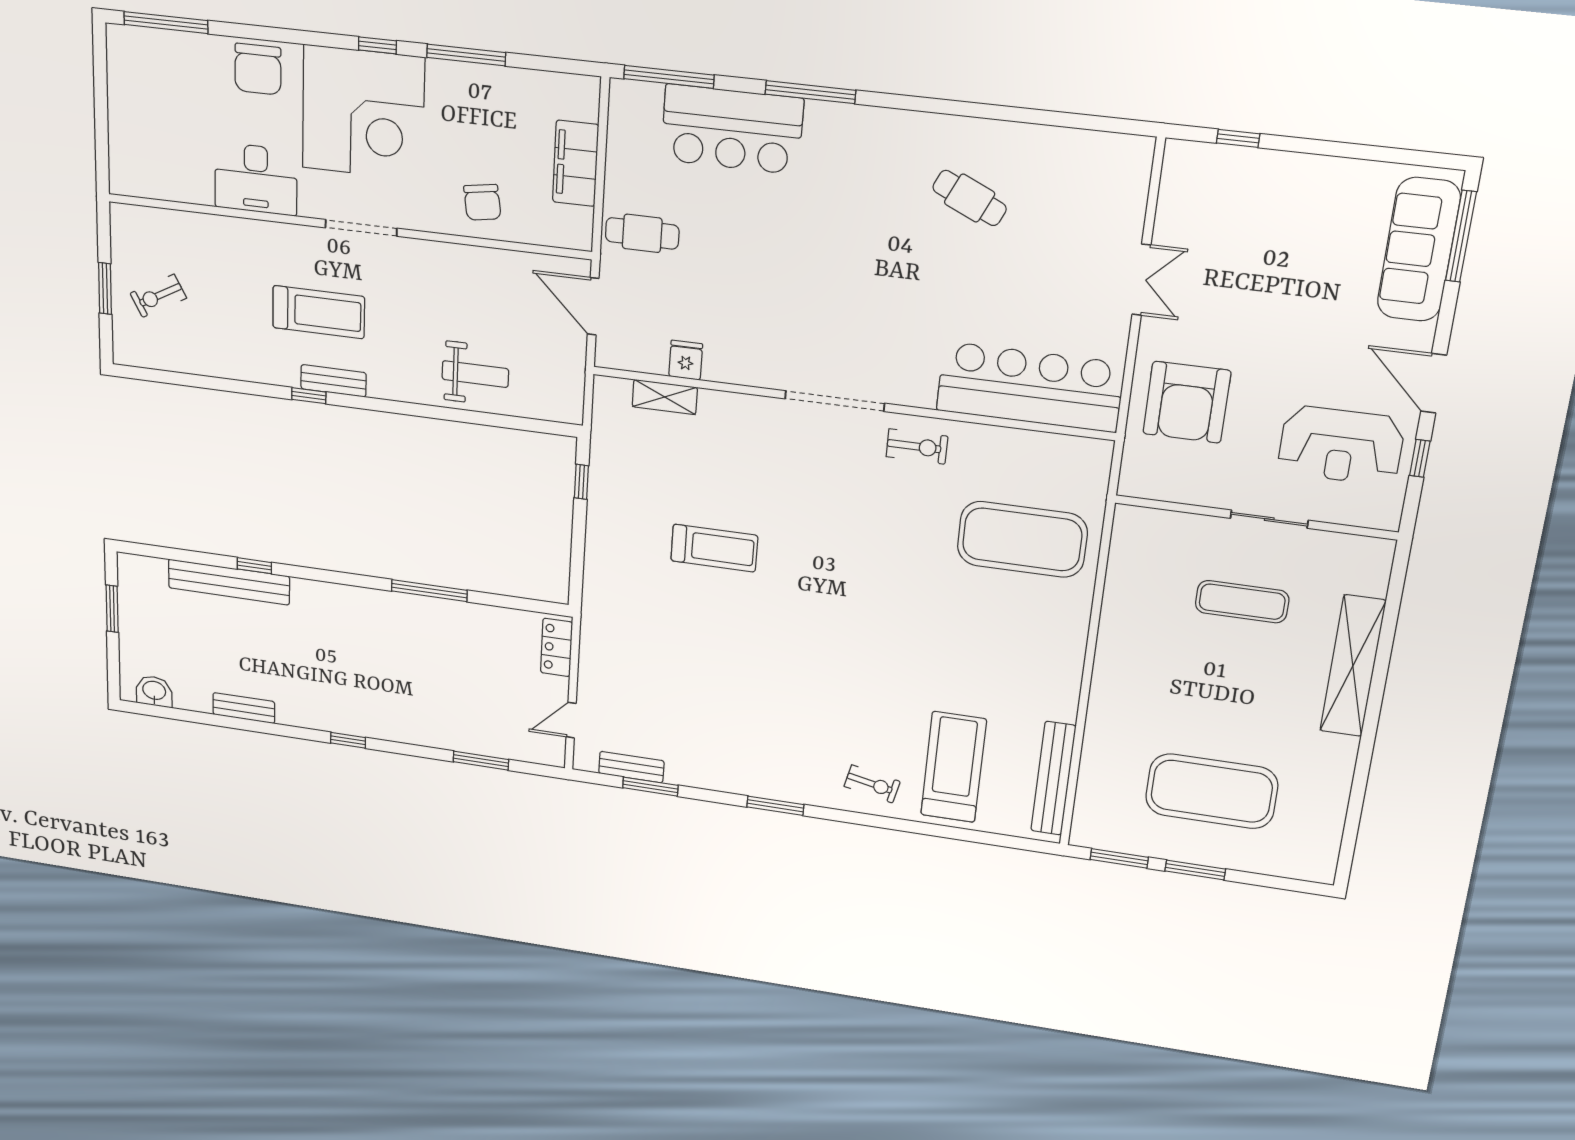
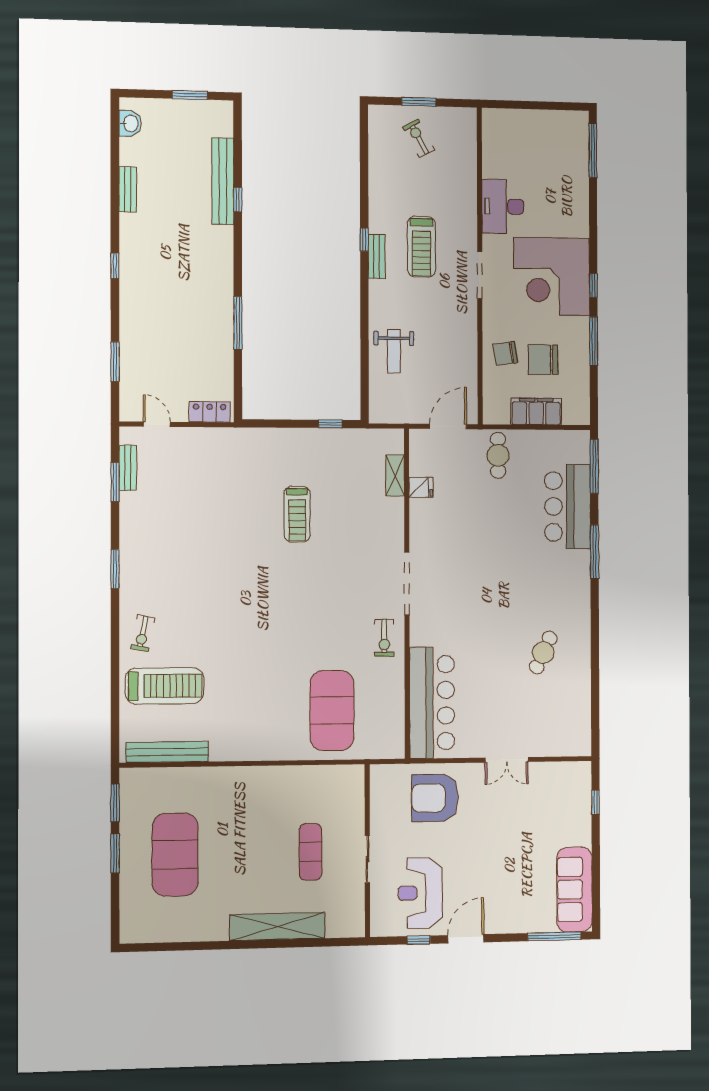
chair: (258, 69) -> (543, 360), moved
sofa: (1419, 250) -> (574, 889), moved, turned -90

